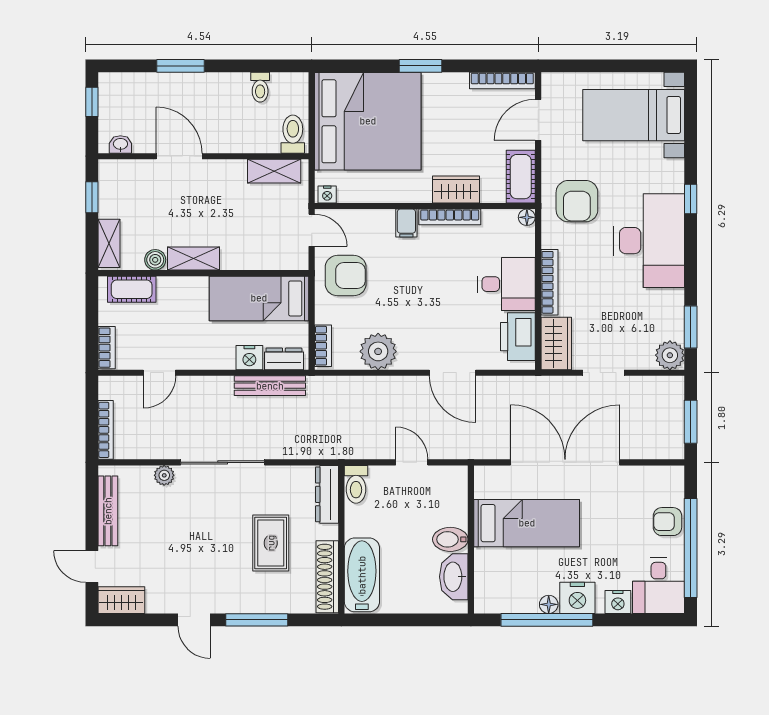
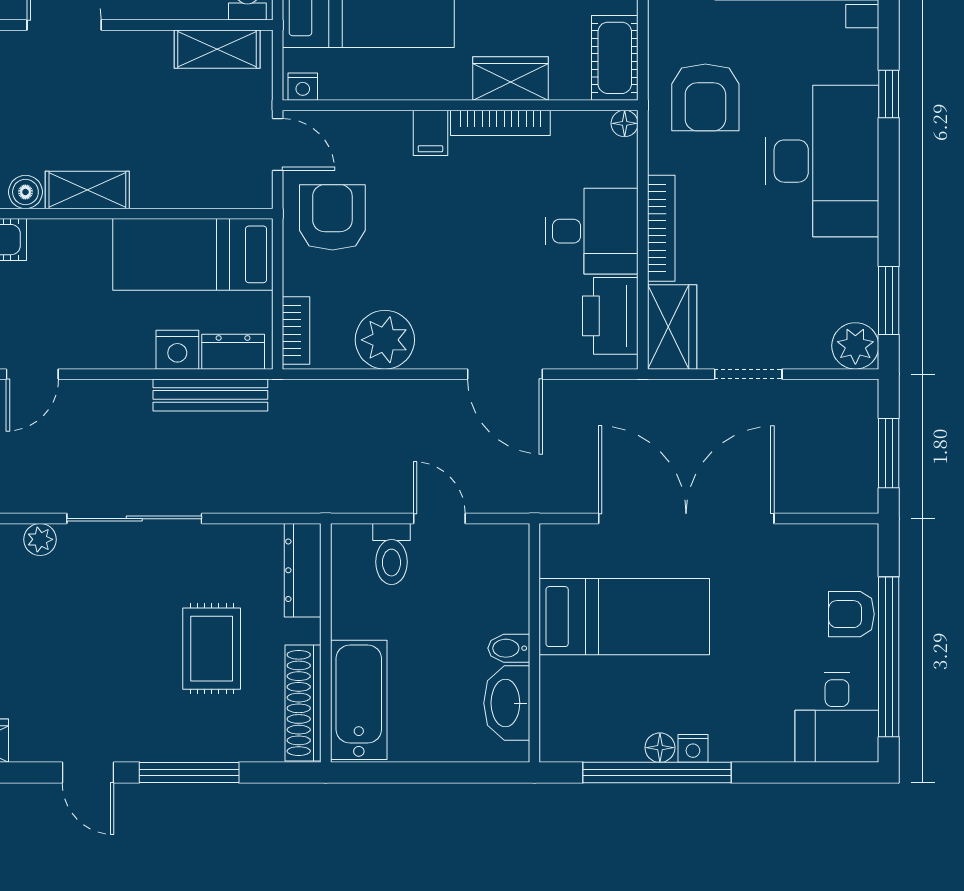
armchair: (346, 276) -> (332, 217), turned -90
toilet: (356, 484) -> (391, 554), moved
bidet: (450, 539) -> (509, 648), width x0.72, depth x0.74
nightstand: (577, 598) -> (693, 748), width x0.53, depth x0.56
nightstand: (618, 602) -> (772, 744), removed

